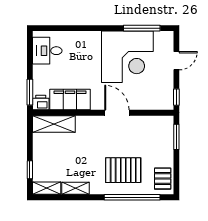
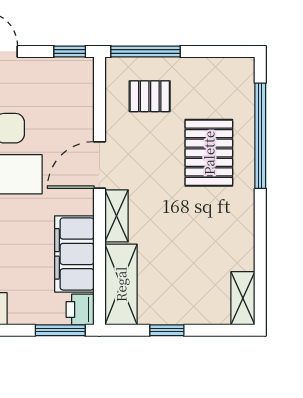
window: (176, 137) -> (145, 51), width x1.44
window: (30, 170) -> (167, 330), moved
pallet: (163, 179) -> (150, 96), moved
shelving: (76, 188) -> (116, 216), moved

